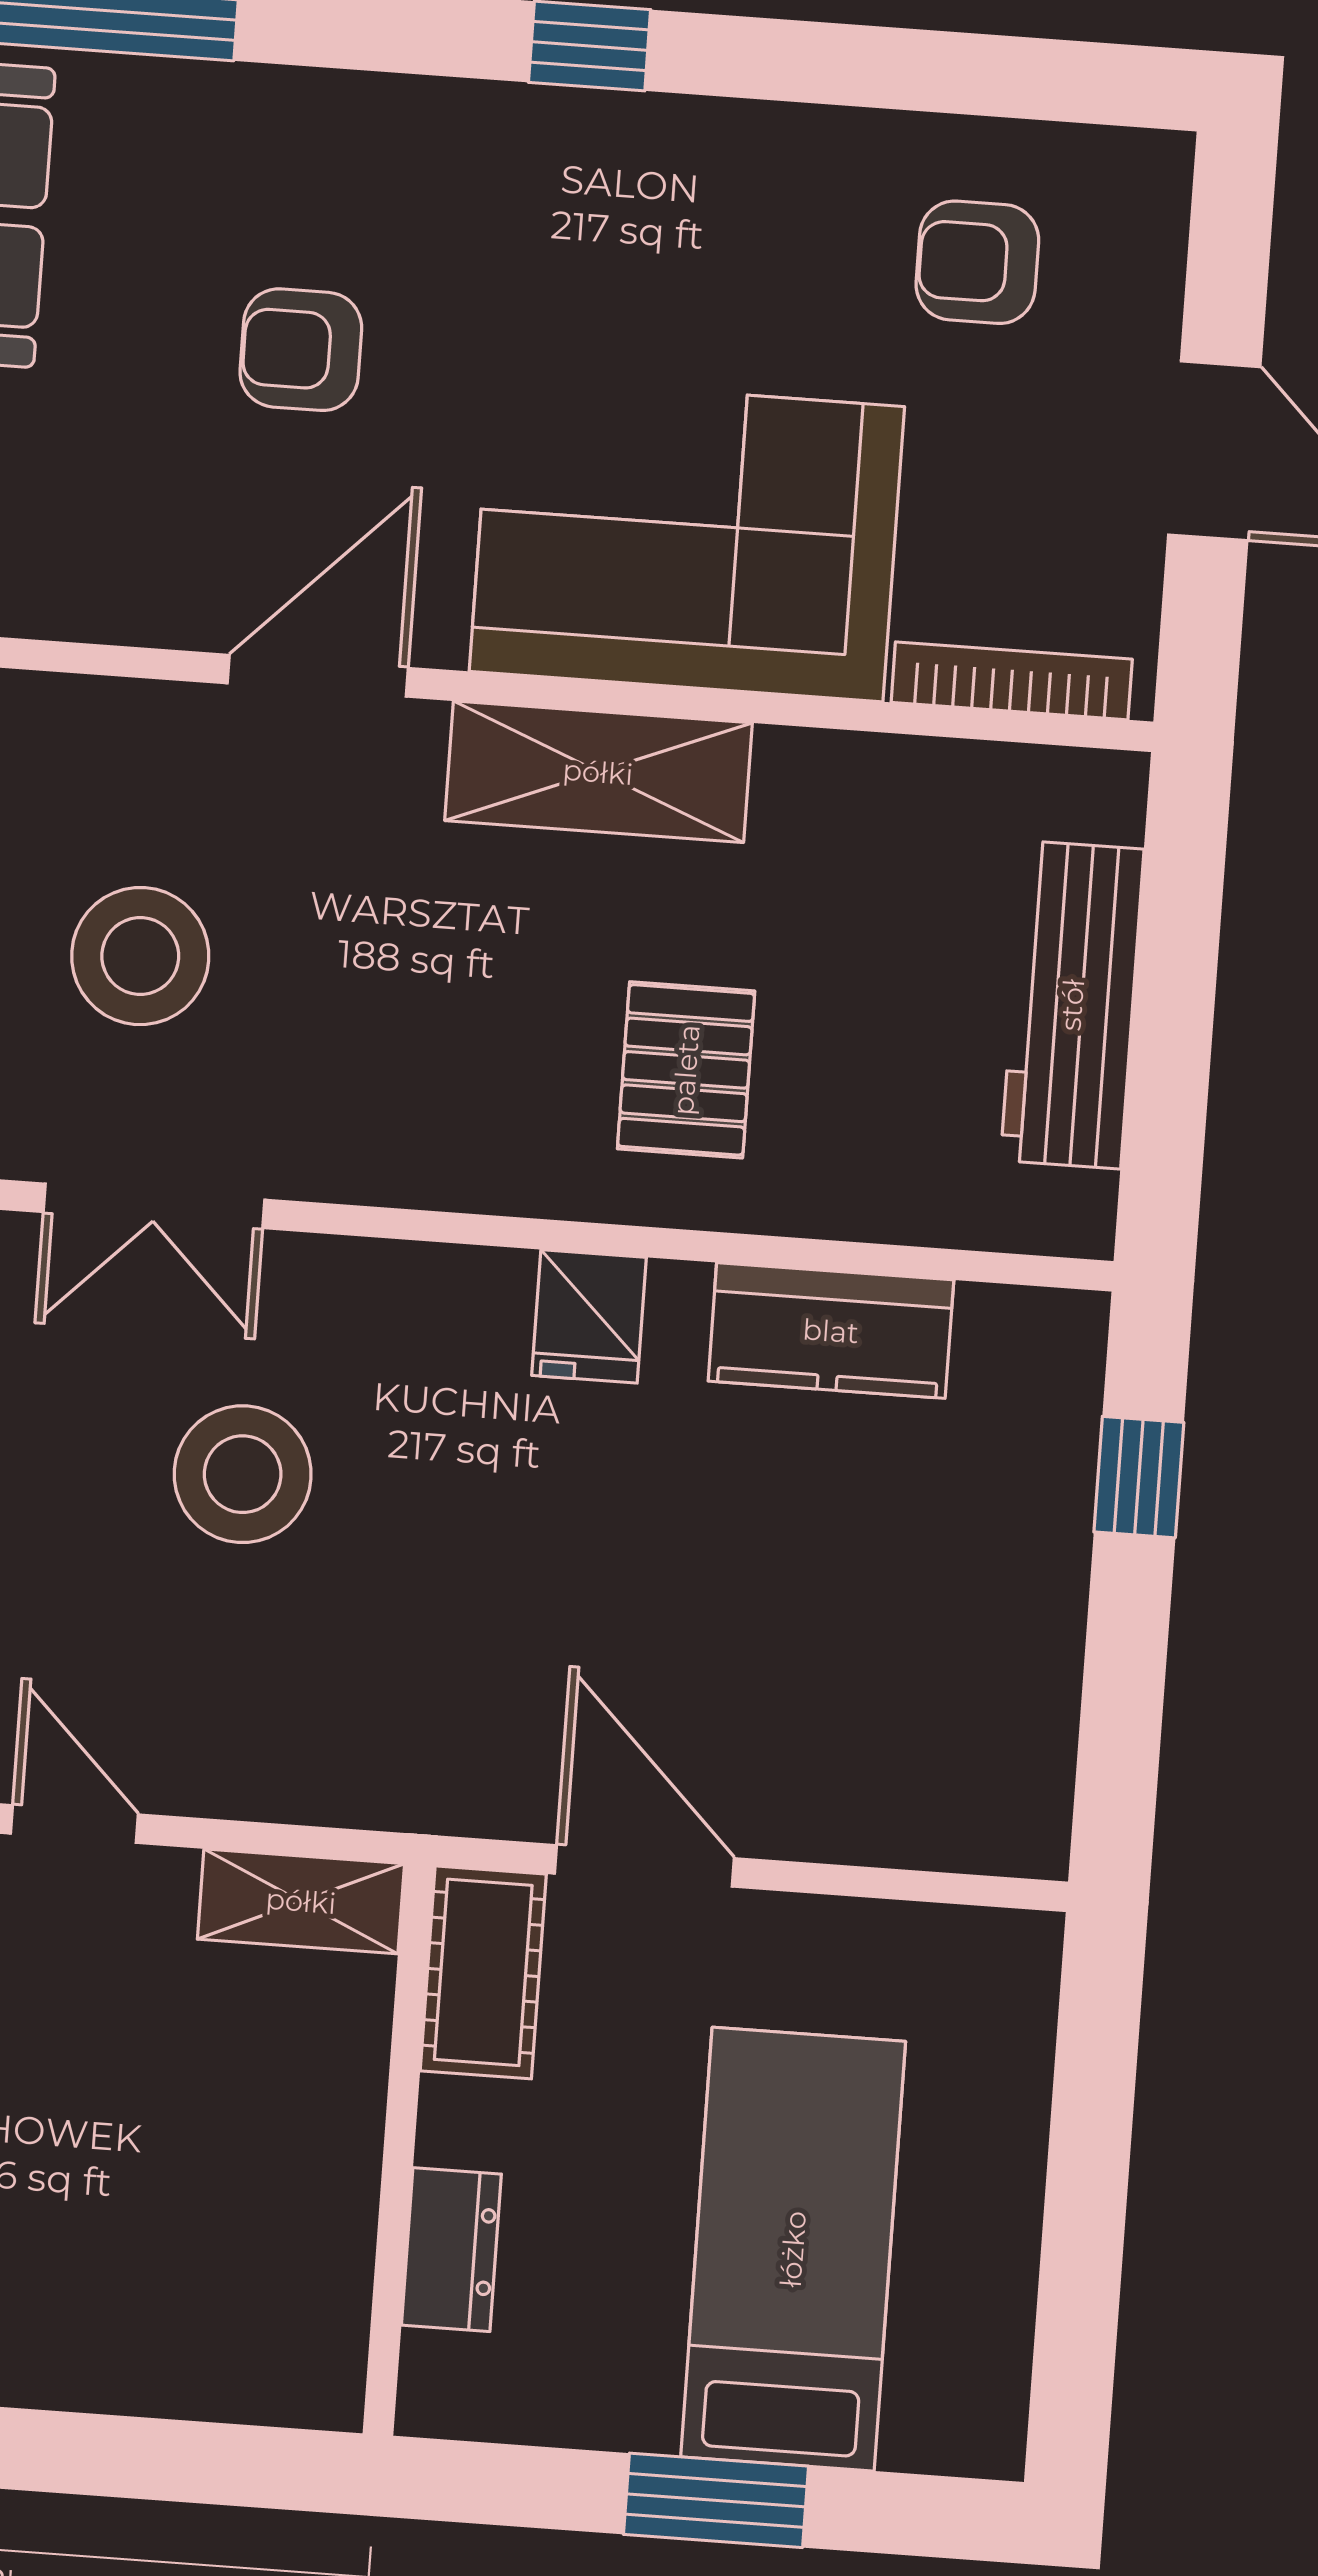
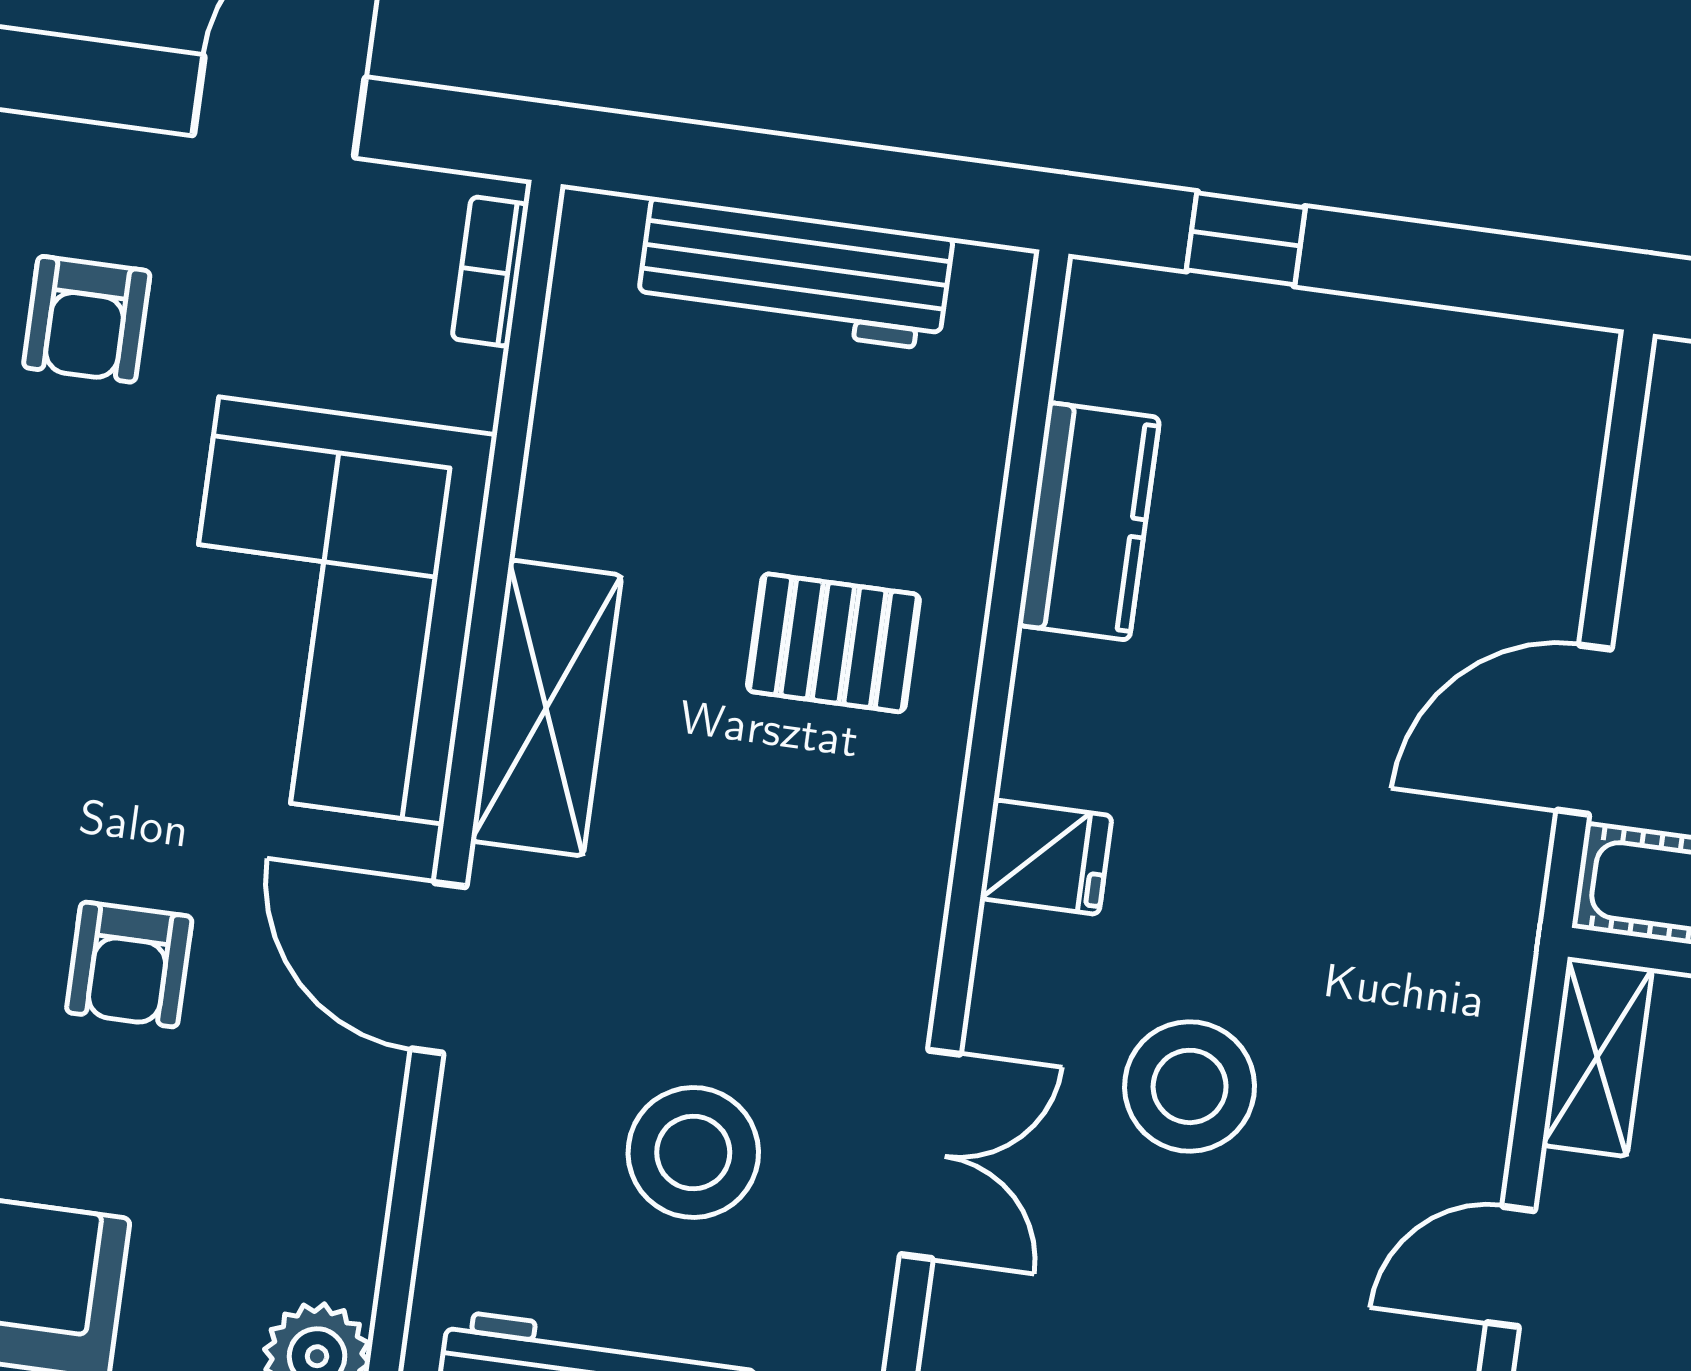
bookcase: (1012, 681) -> (490, 271), width x0.64
fridge: (589, 1316) -> (1046, 857), moved

